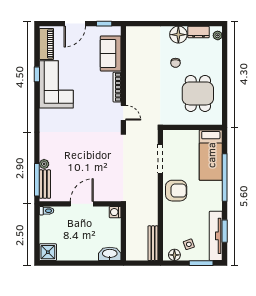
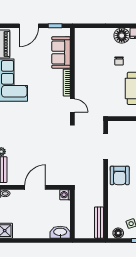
armchair: (176, 191) -> (120, 175), turned 90

